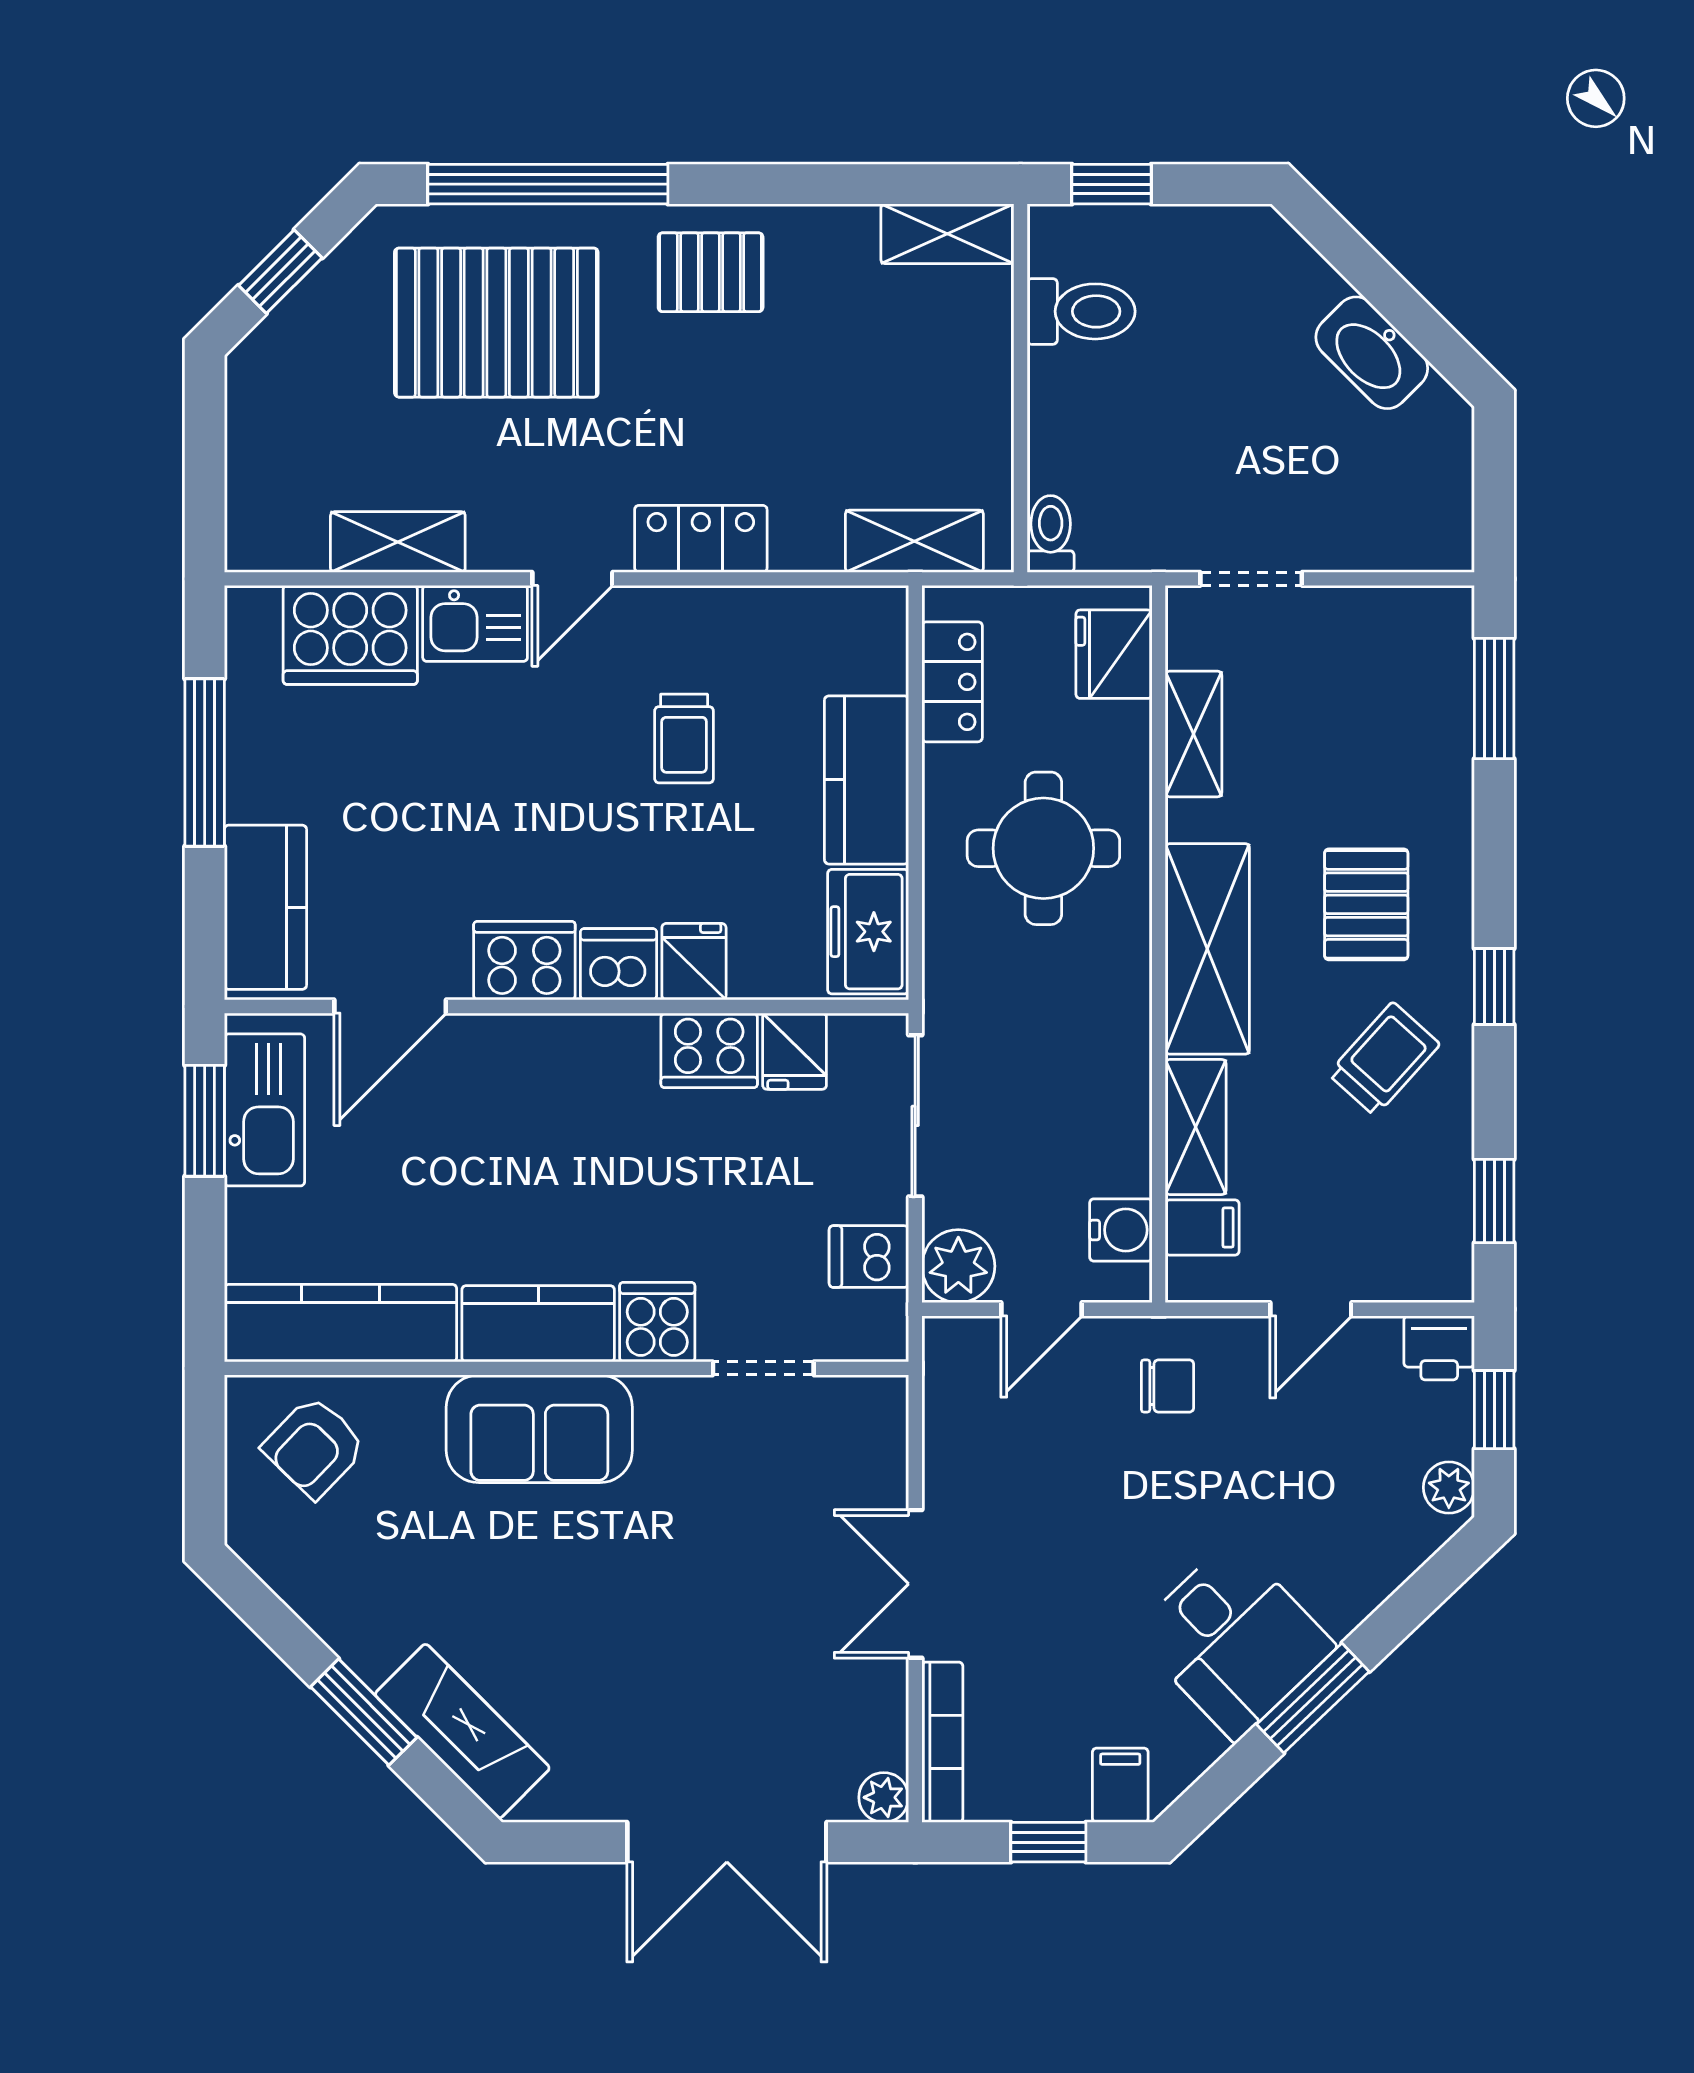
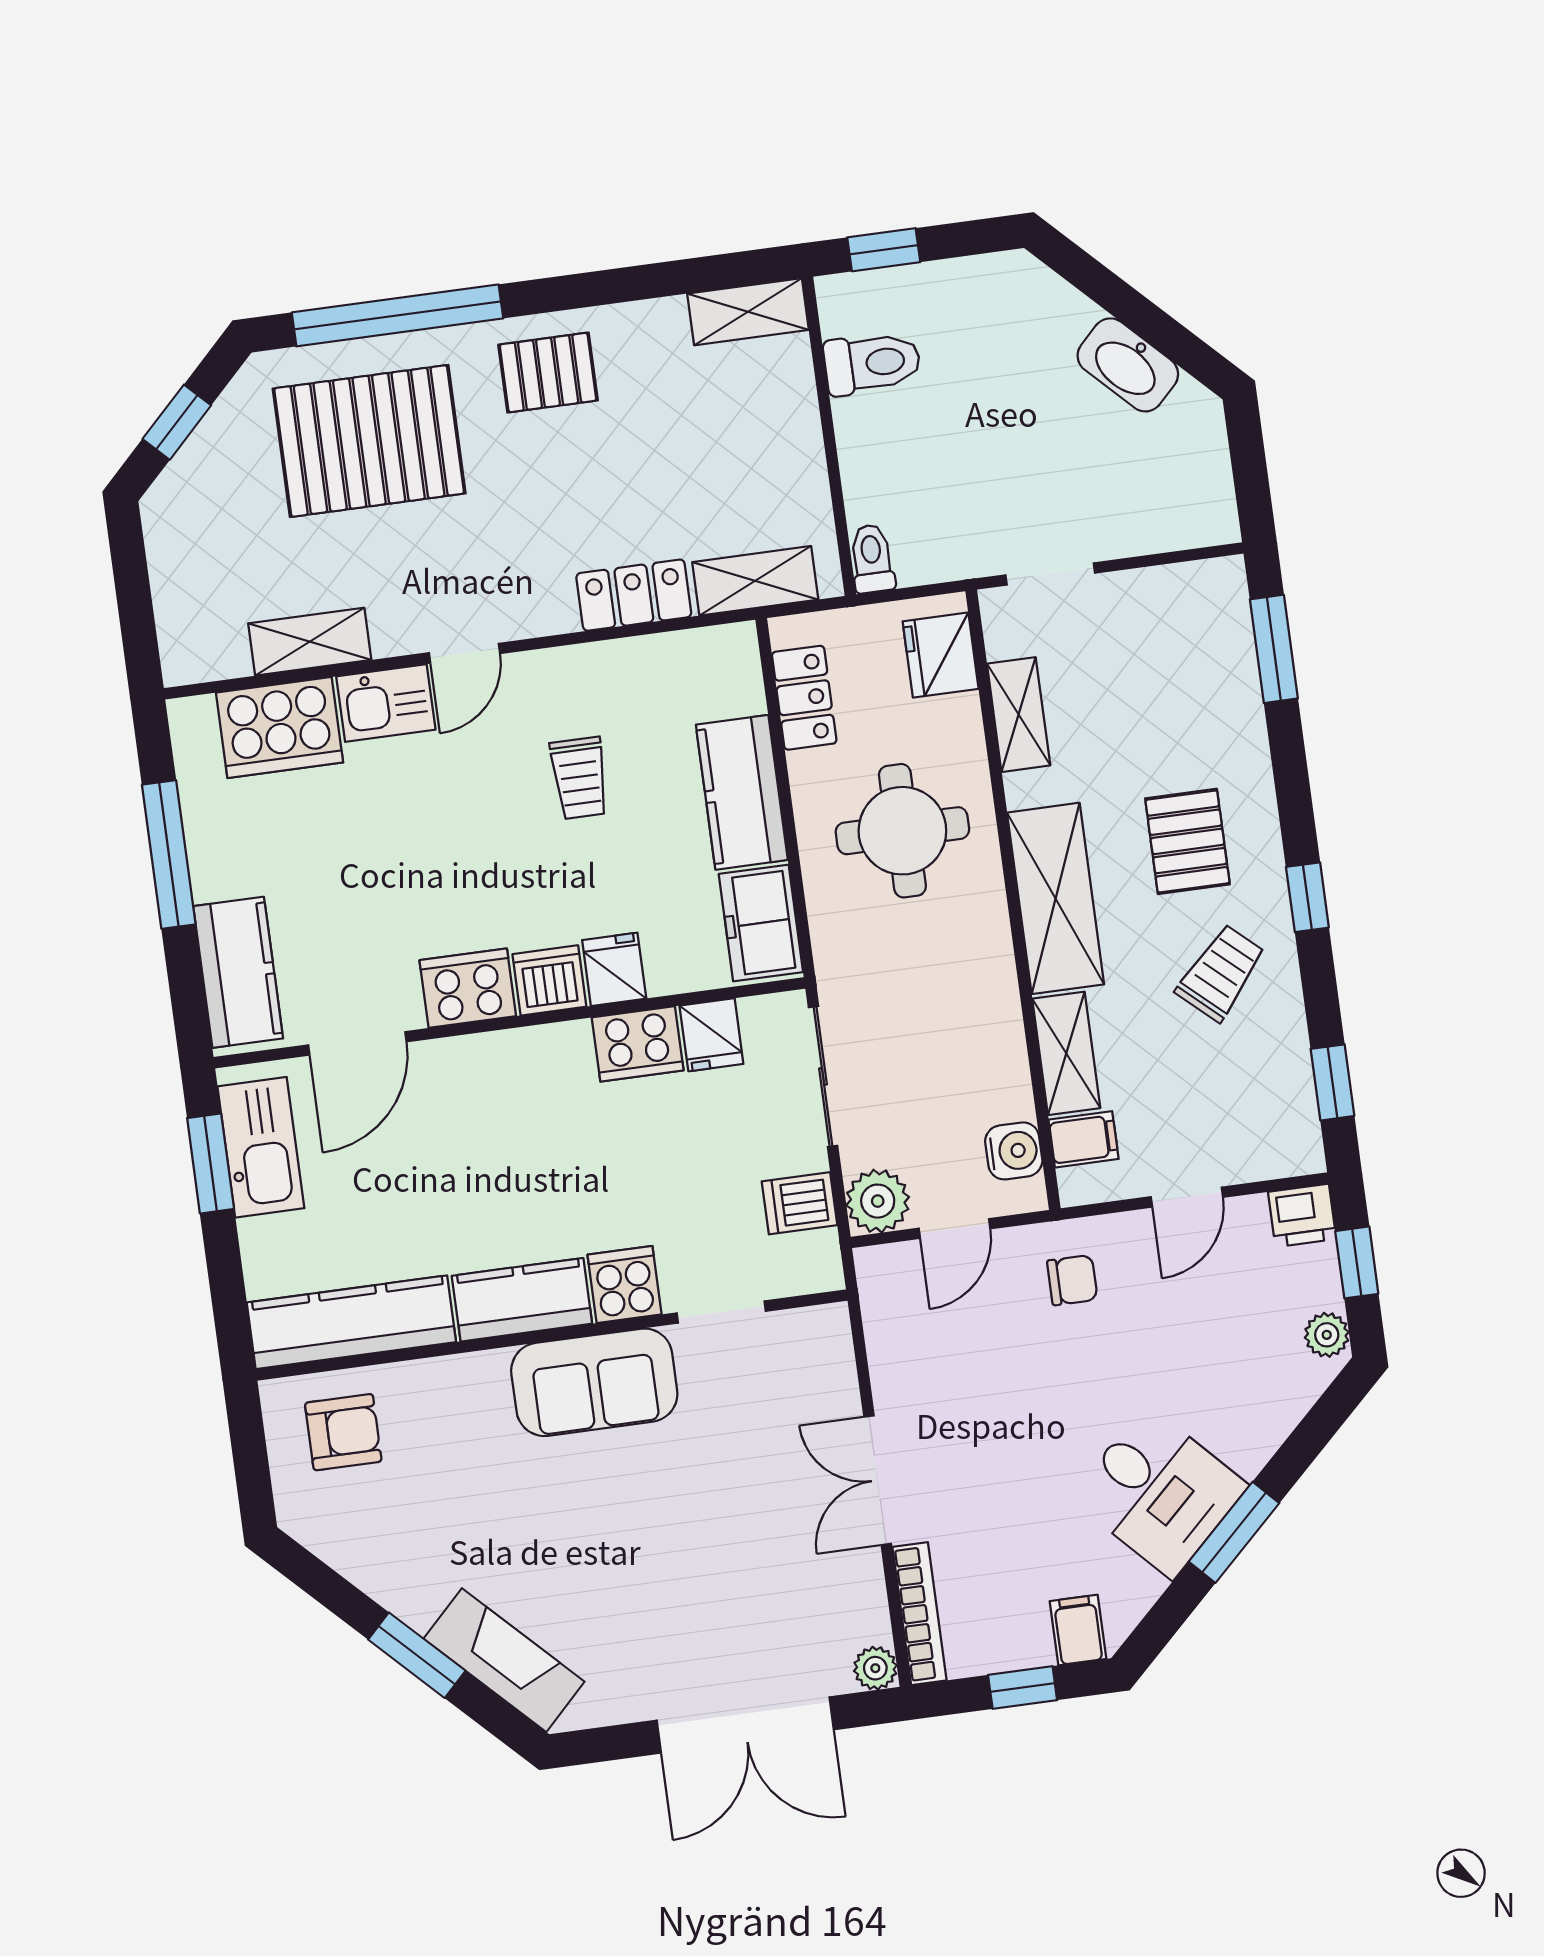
locker: (701, 539) -> (634, 595), moved
sofa: (539, 1429) -> (594, 1382), moved
armchair: (314, 1447) -> (343, 1432), turned -134

